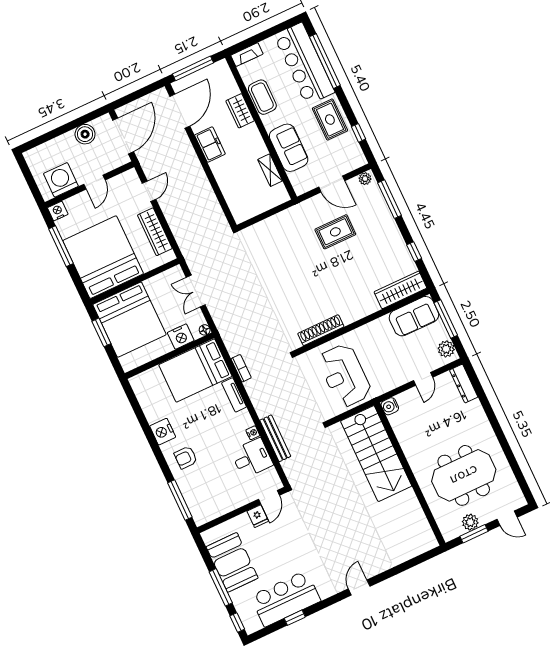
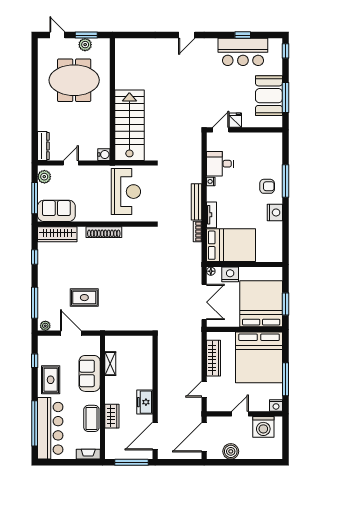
double door: (196, 291) -> (204, 302), width x1.37
shoe rack: (321, 330) -> (104, 232), moved
bench: (275, 438) -> (197, 202), moved
window: (180, 500) -> (286, 181), moved
window: (221, 587) -> (286, 97), moved

